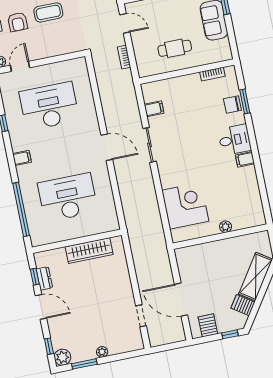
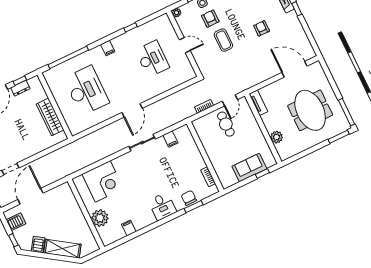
armchair: (18, 22) -> (210, 19), turned 90
cafe table: (175, 48) -> (226, 124), moved
door: (20, 66) -> (185, 45), moved
desk: (49, 106) -> (152, 59), width x0.73, depth x0.77
filing cabinet: (245, 159) -> (129, 228), moved
plant: (226, 227) -> (100, 218), width x1.87, depth x1.87

